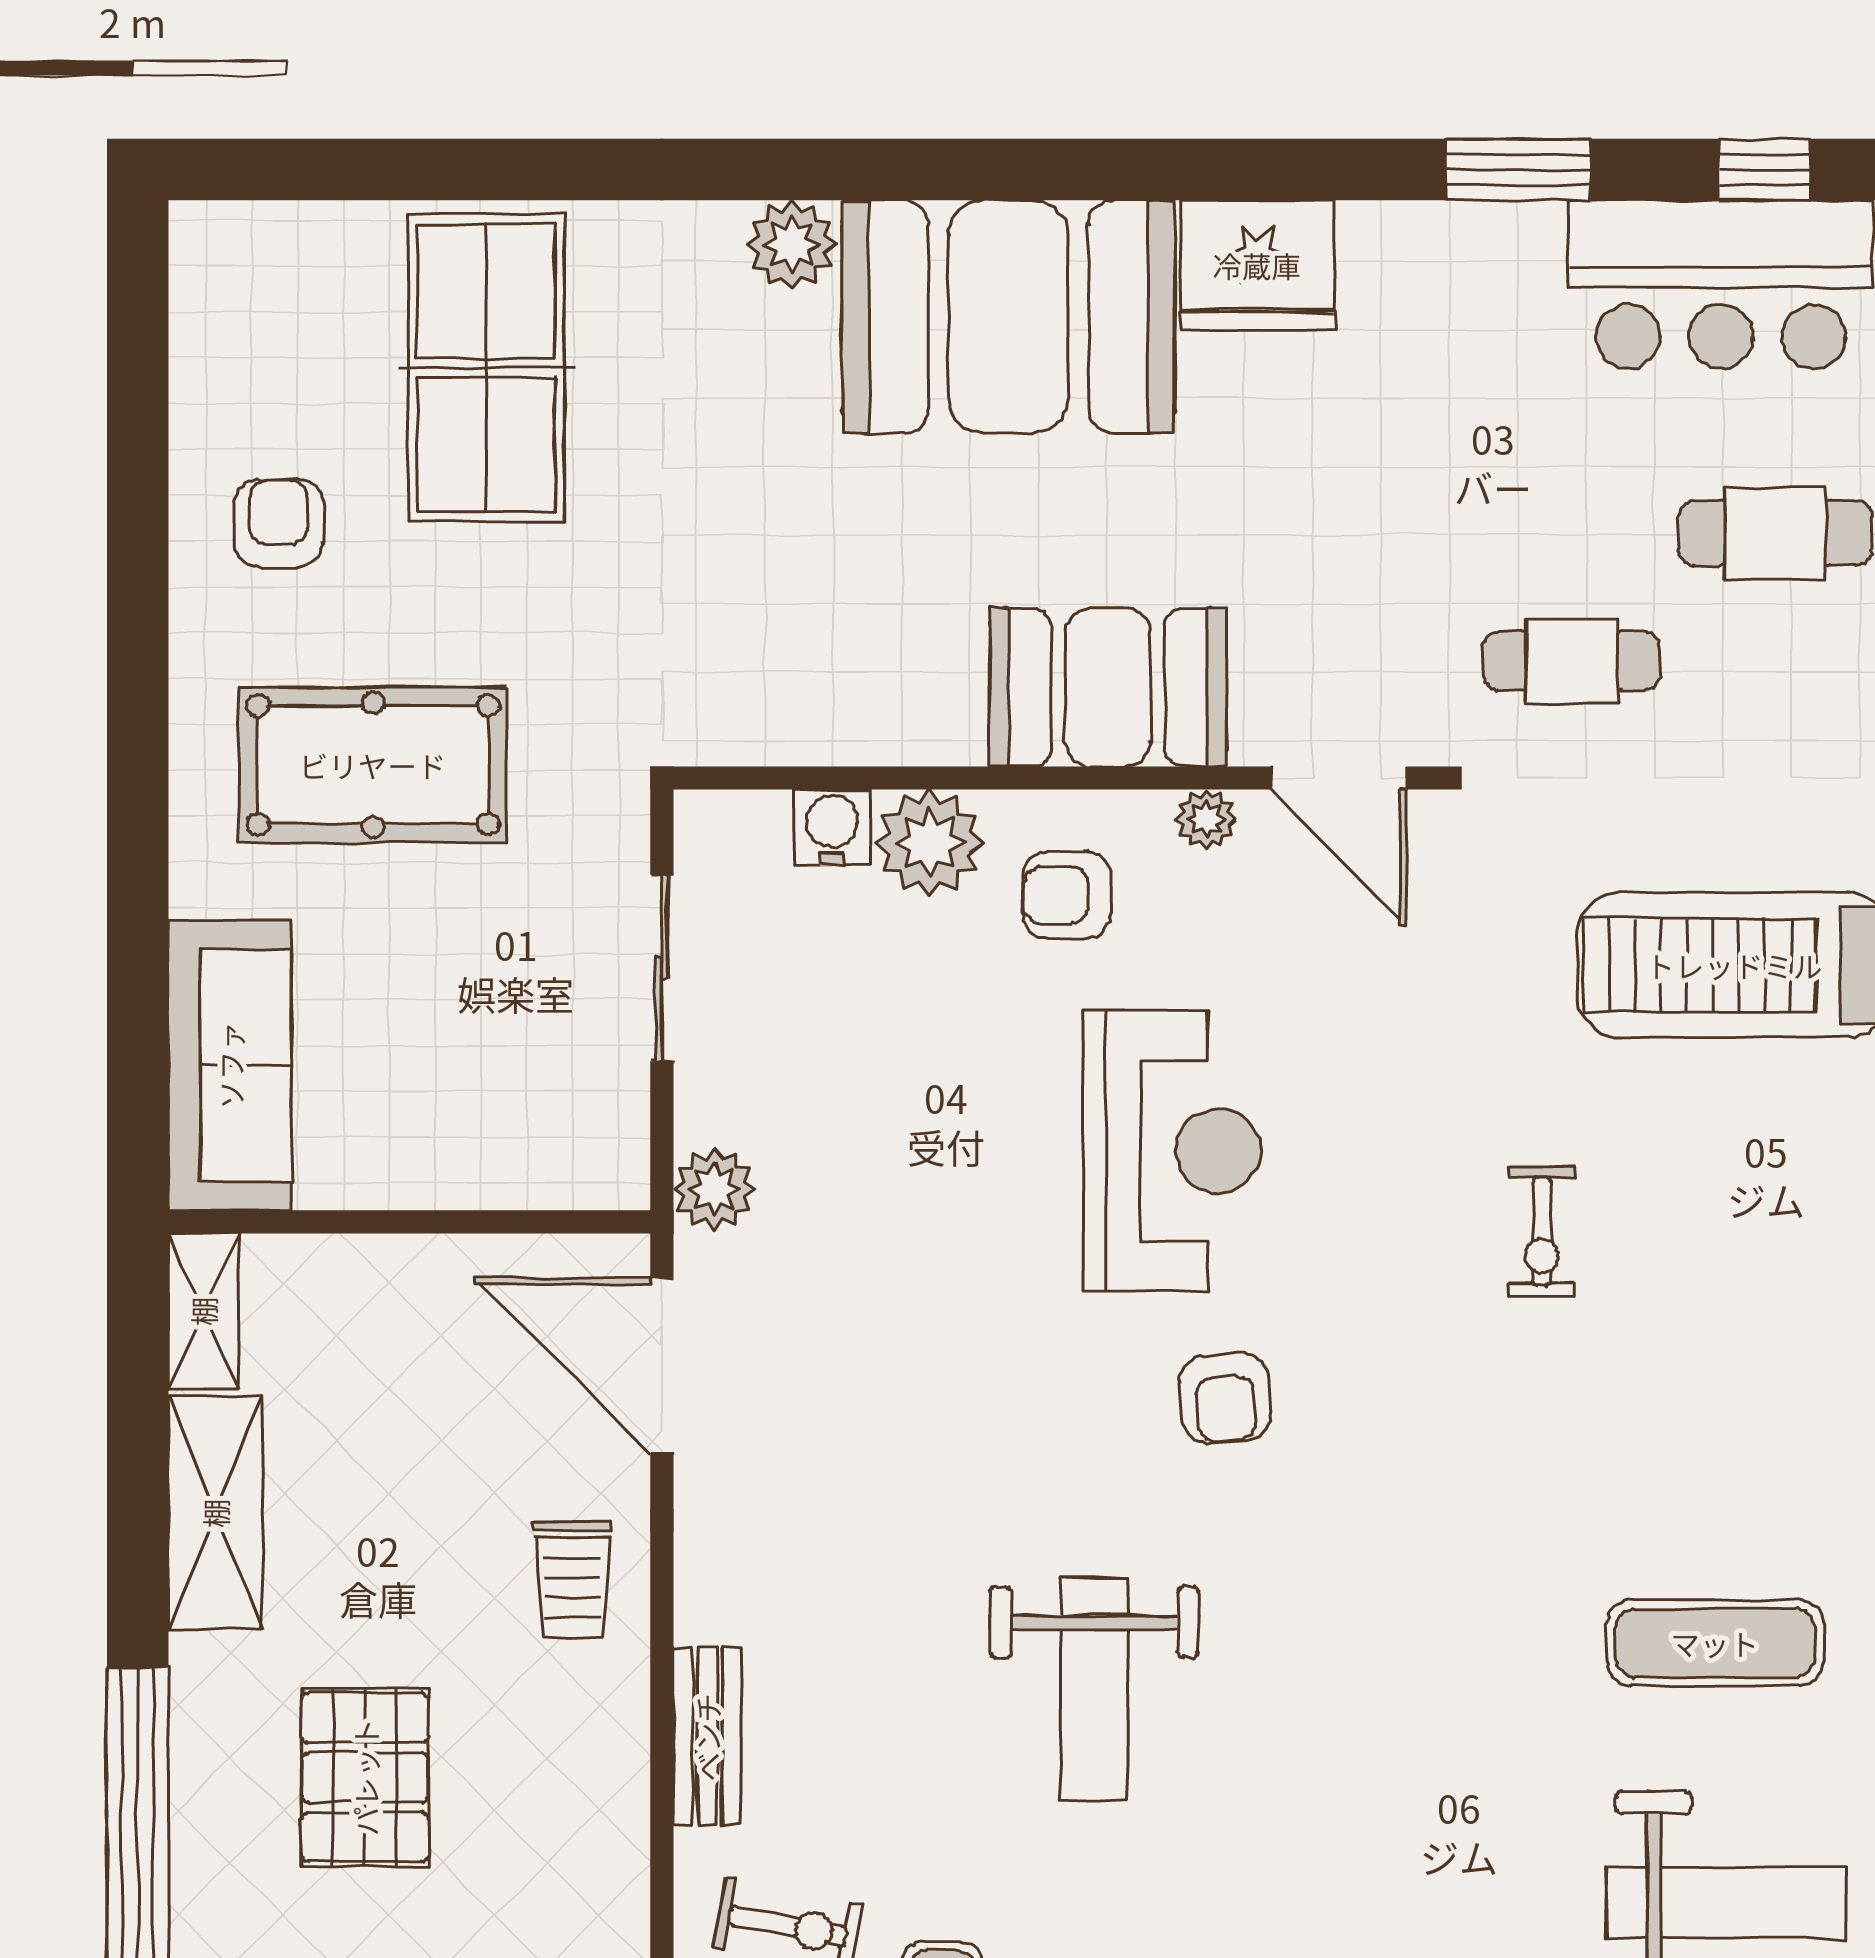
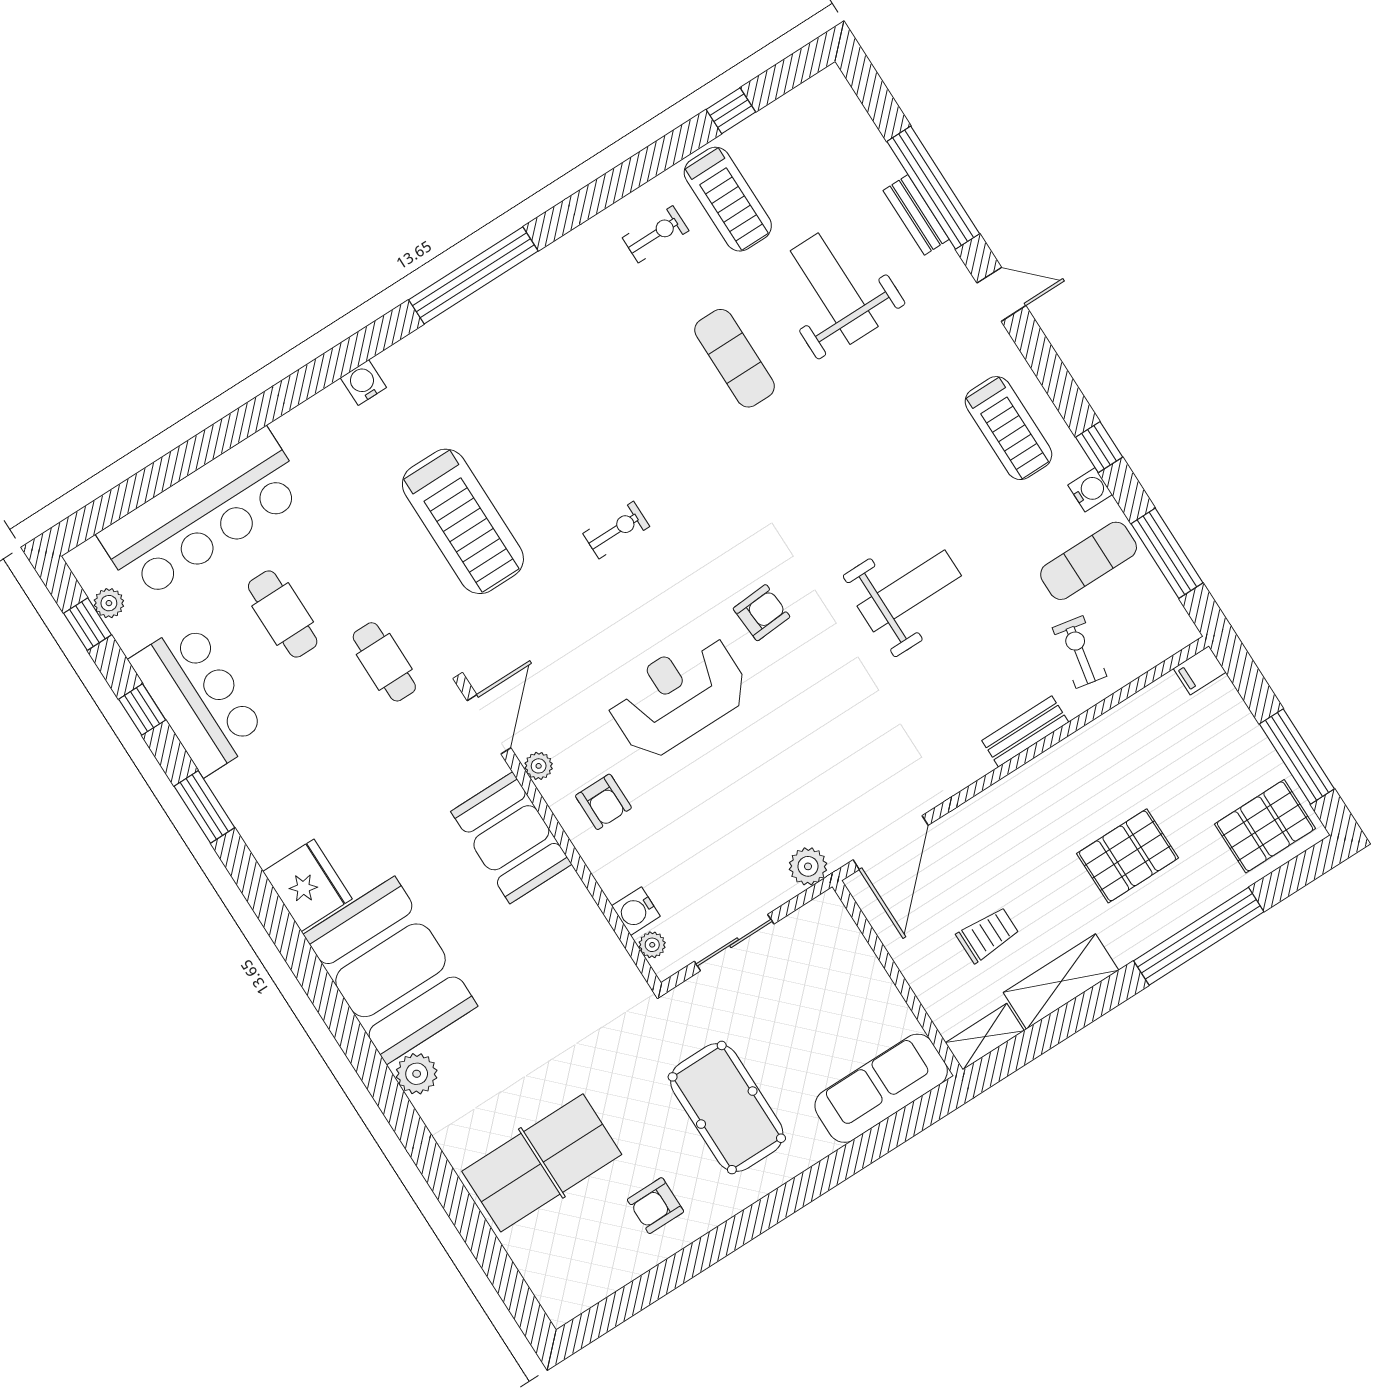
plant: (930, 843) -> (652, 945), moved, width x0.53, depth x0.53
trolley: (573, 1580) -> (988, 935), moved

